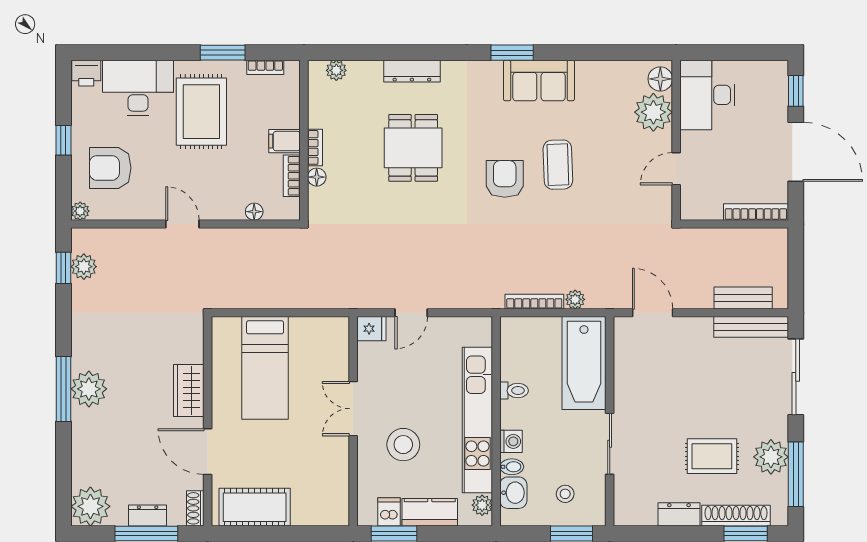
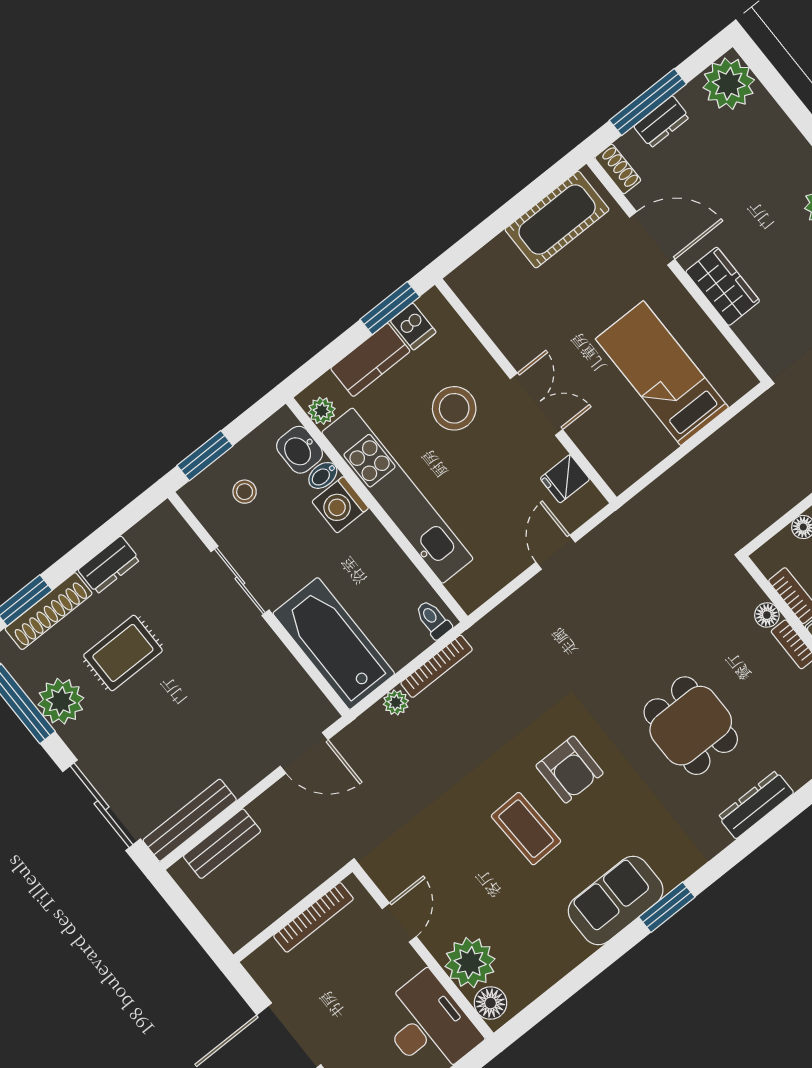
bookcase: (756, 212) -> (313, 917), moved
fridge: (371, 329) -> (565, 479), moved
toilet: (514, 391) -> (433, 620), moved, turned 90
washing machine: (511, 441) -> (340, 505), width x1.38, depth x1.38

